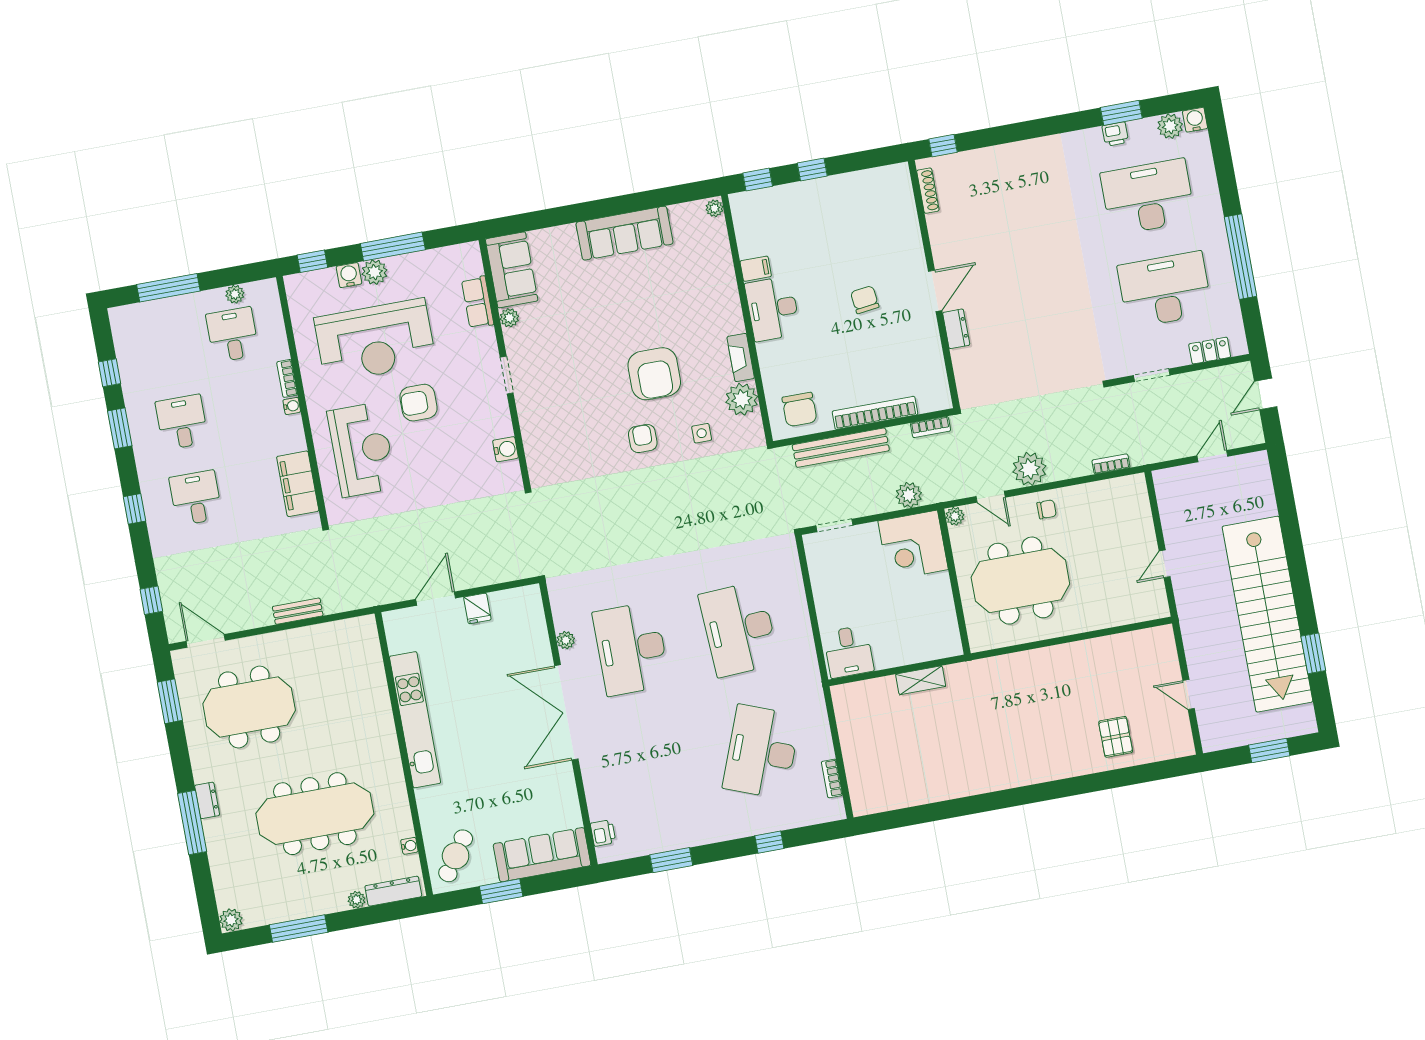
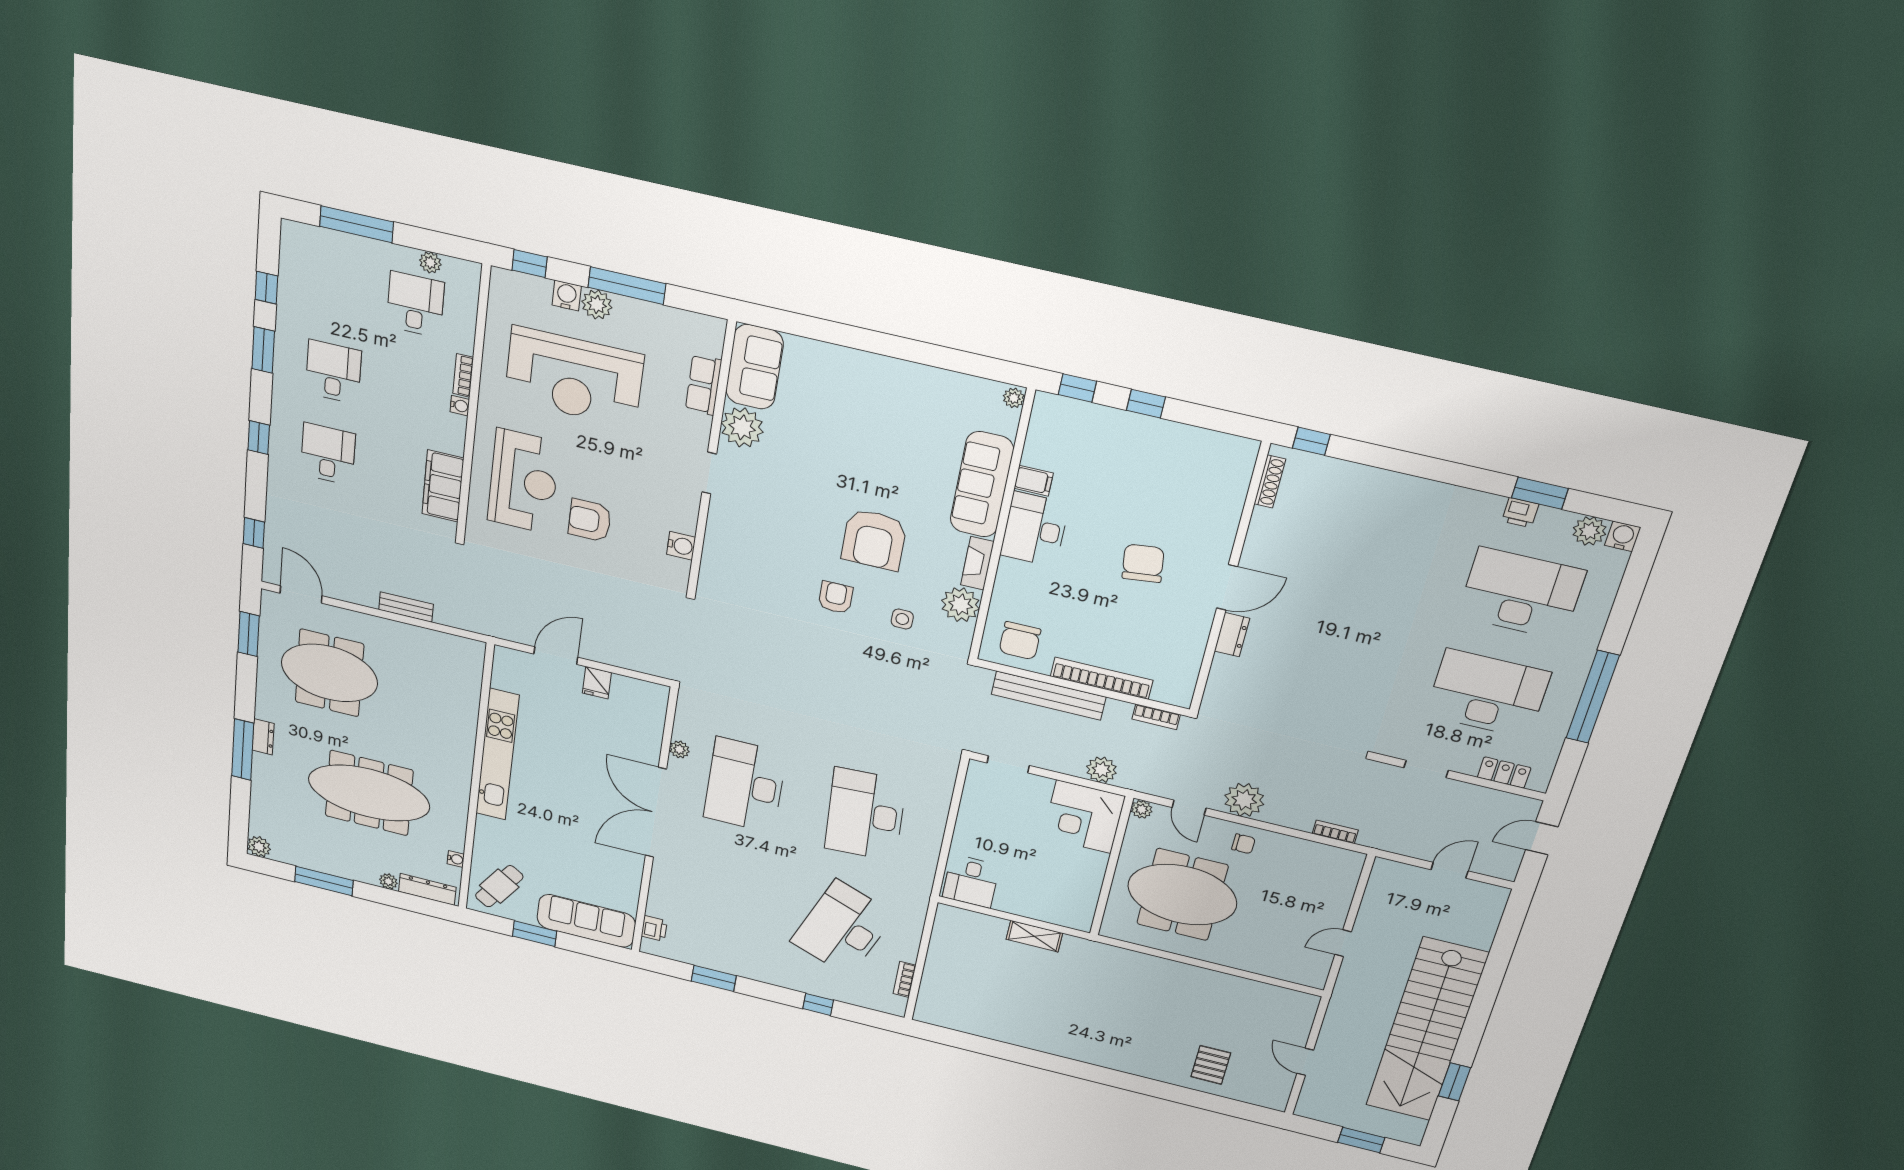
sofa: (625, 233) -> (982, 485), moved, turned 90
chair: (865, 300) -> (1143, 563), width x1.37, depth x1.37
plant: (509, 318) -> (742, 427), width x1.88, depth x1.88
armchair: (418, 403) -> (590, 520), moved

